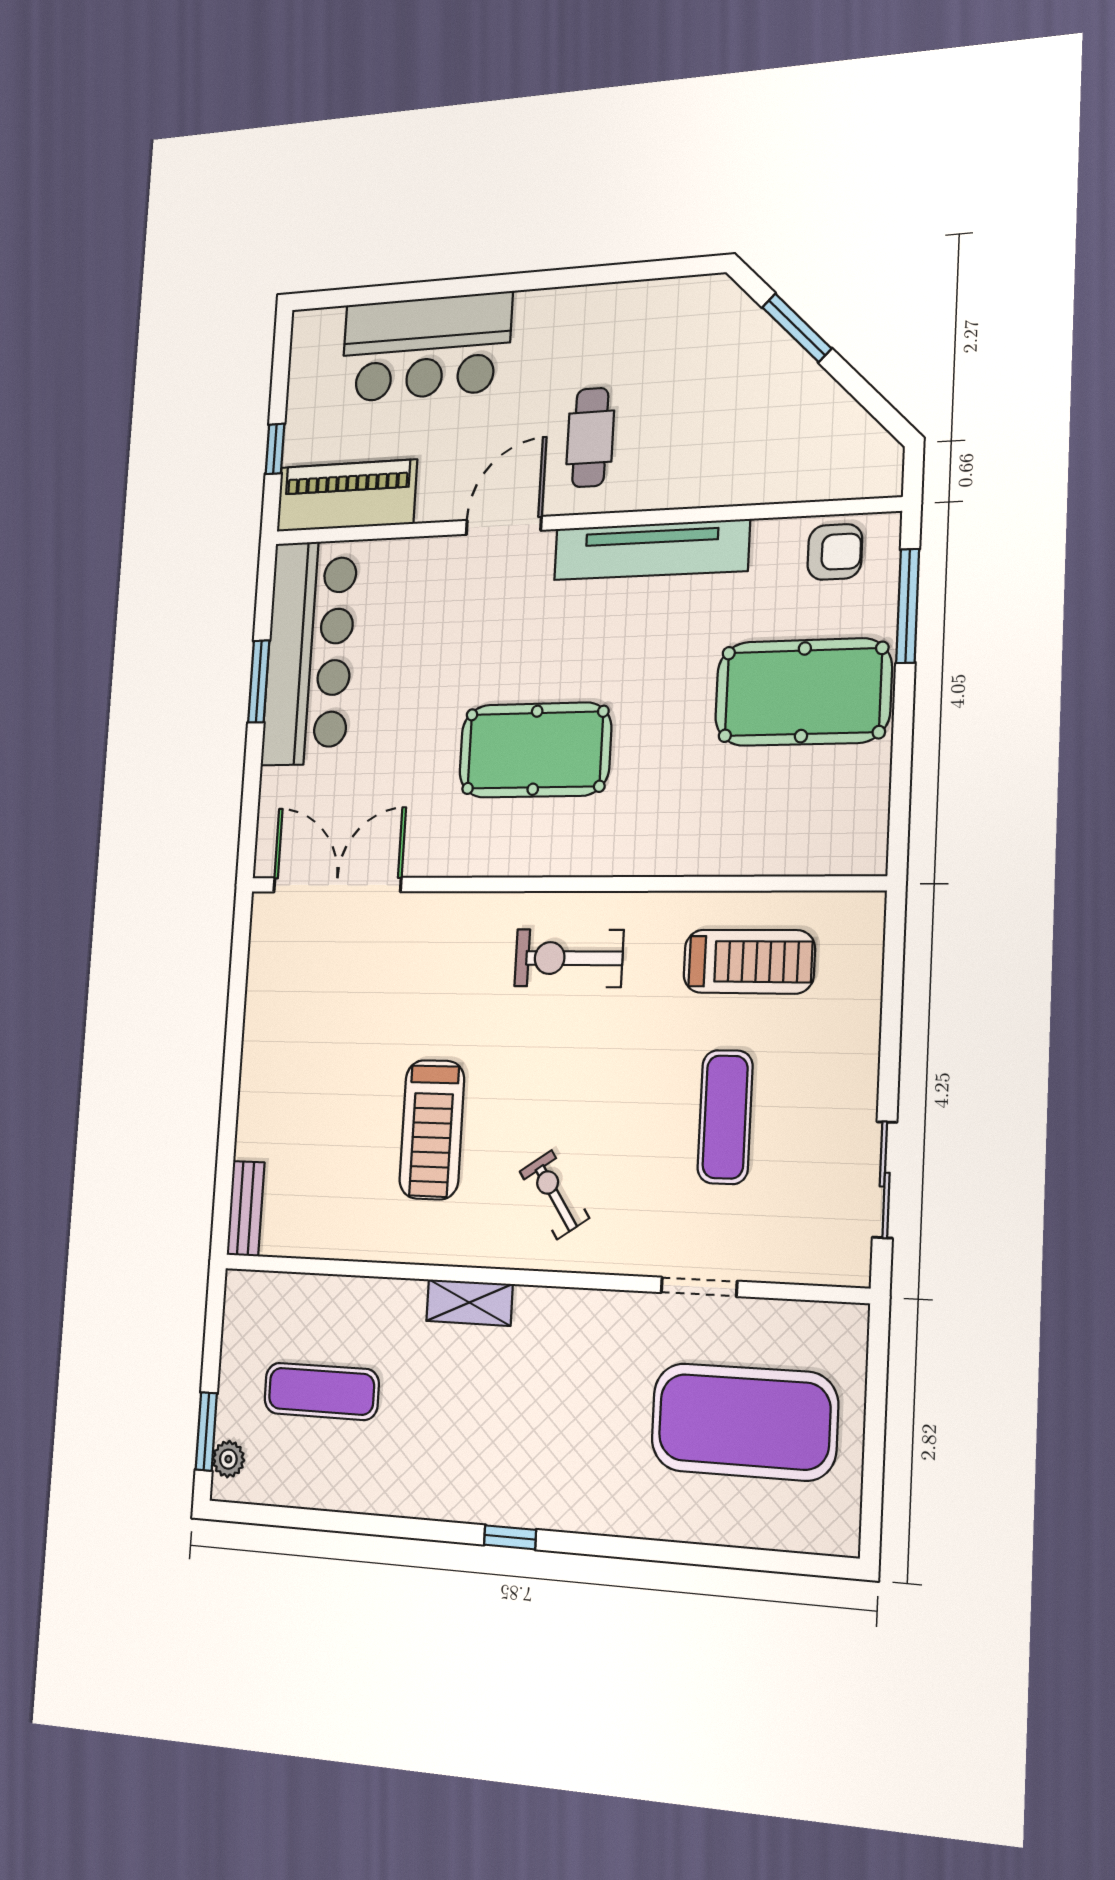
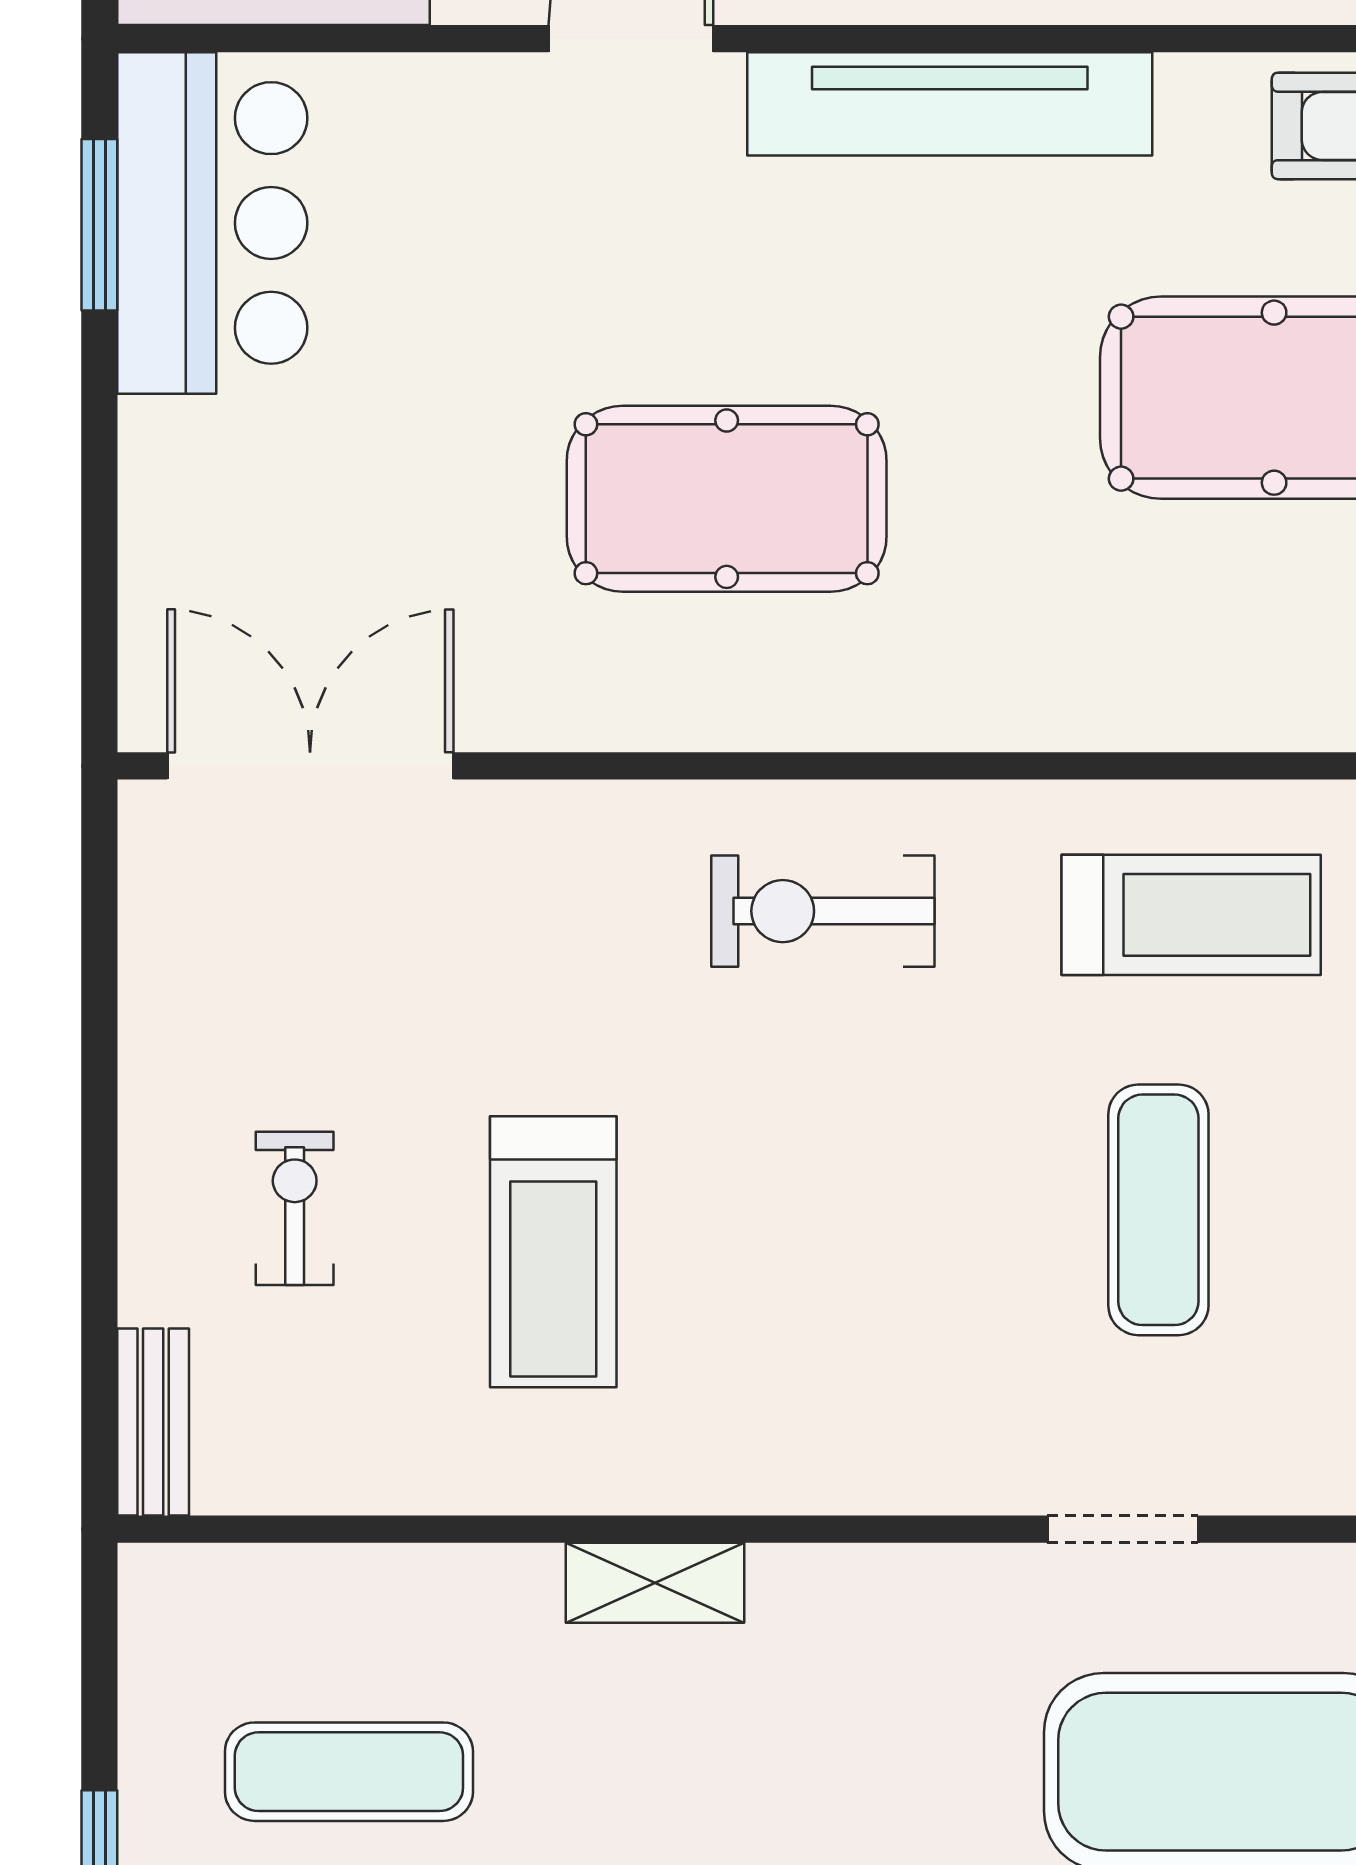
bar counter: (309, 653) -> (212, 223), width x0.73
window: (259, 681) -> (99, 225), moved
exercise bike: (554, 1195) -> (295, 1208), moved, turned 34

